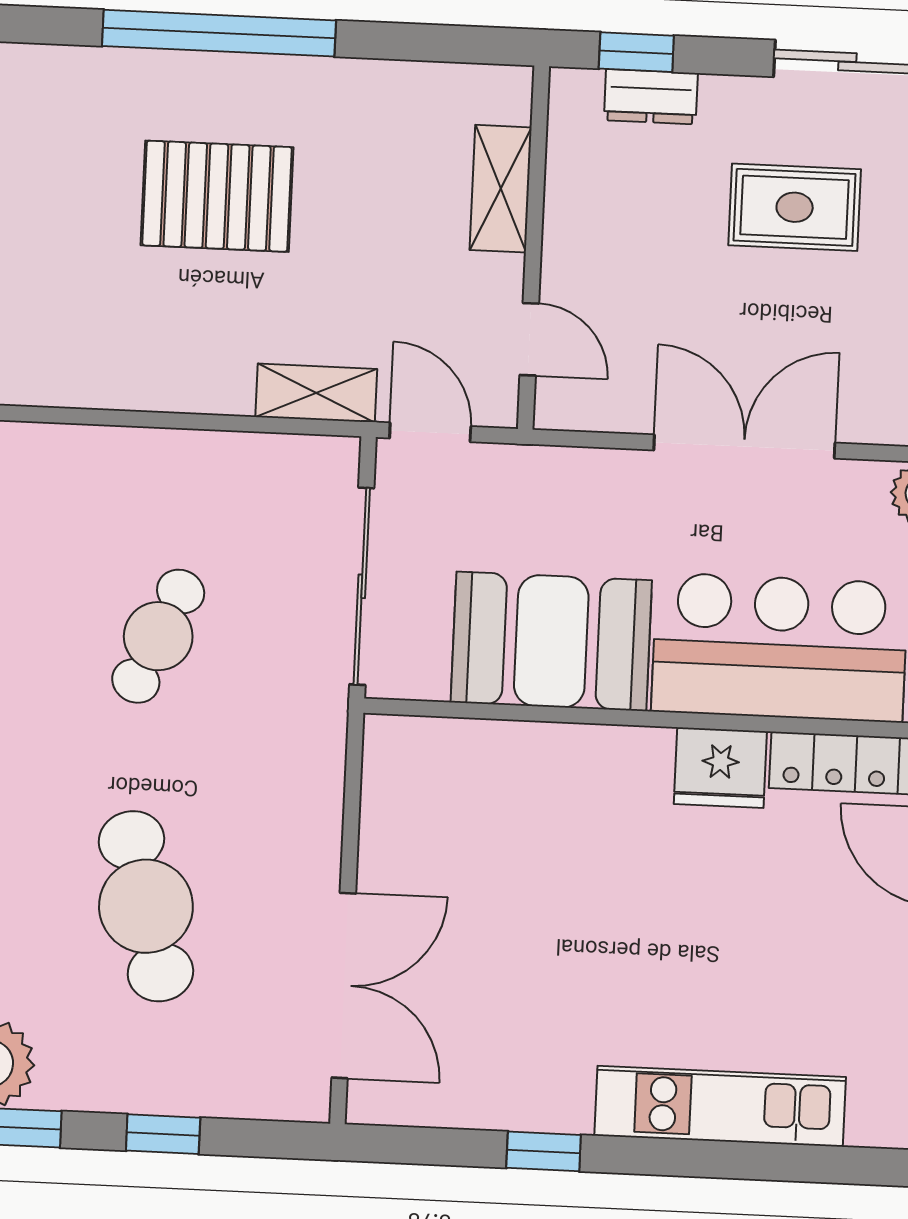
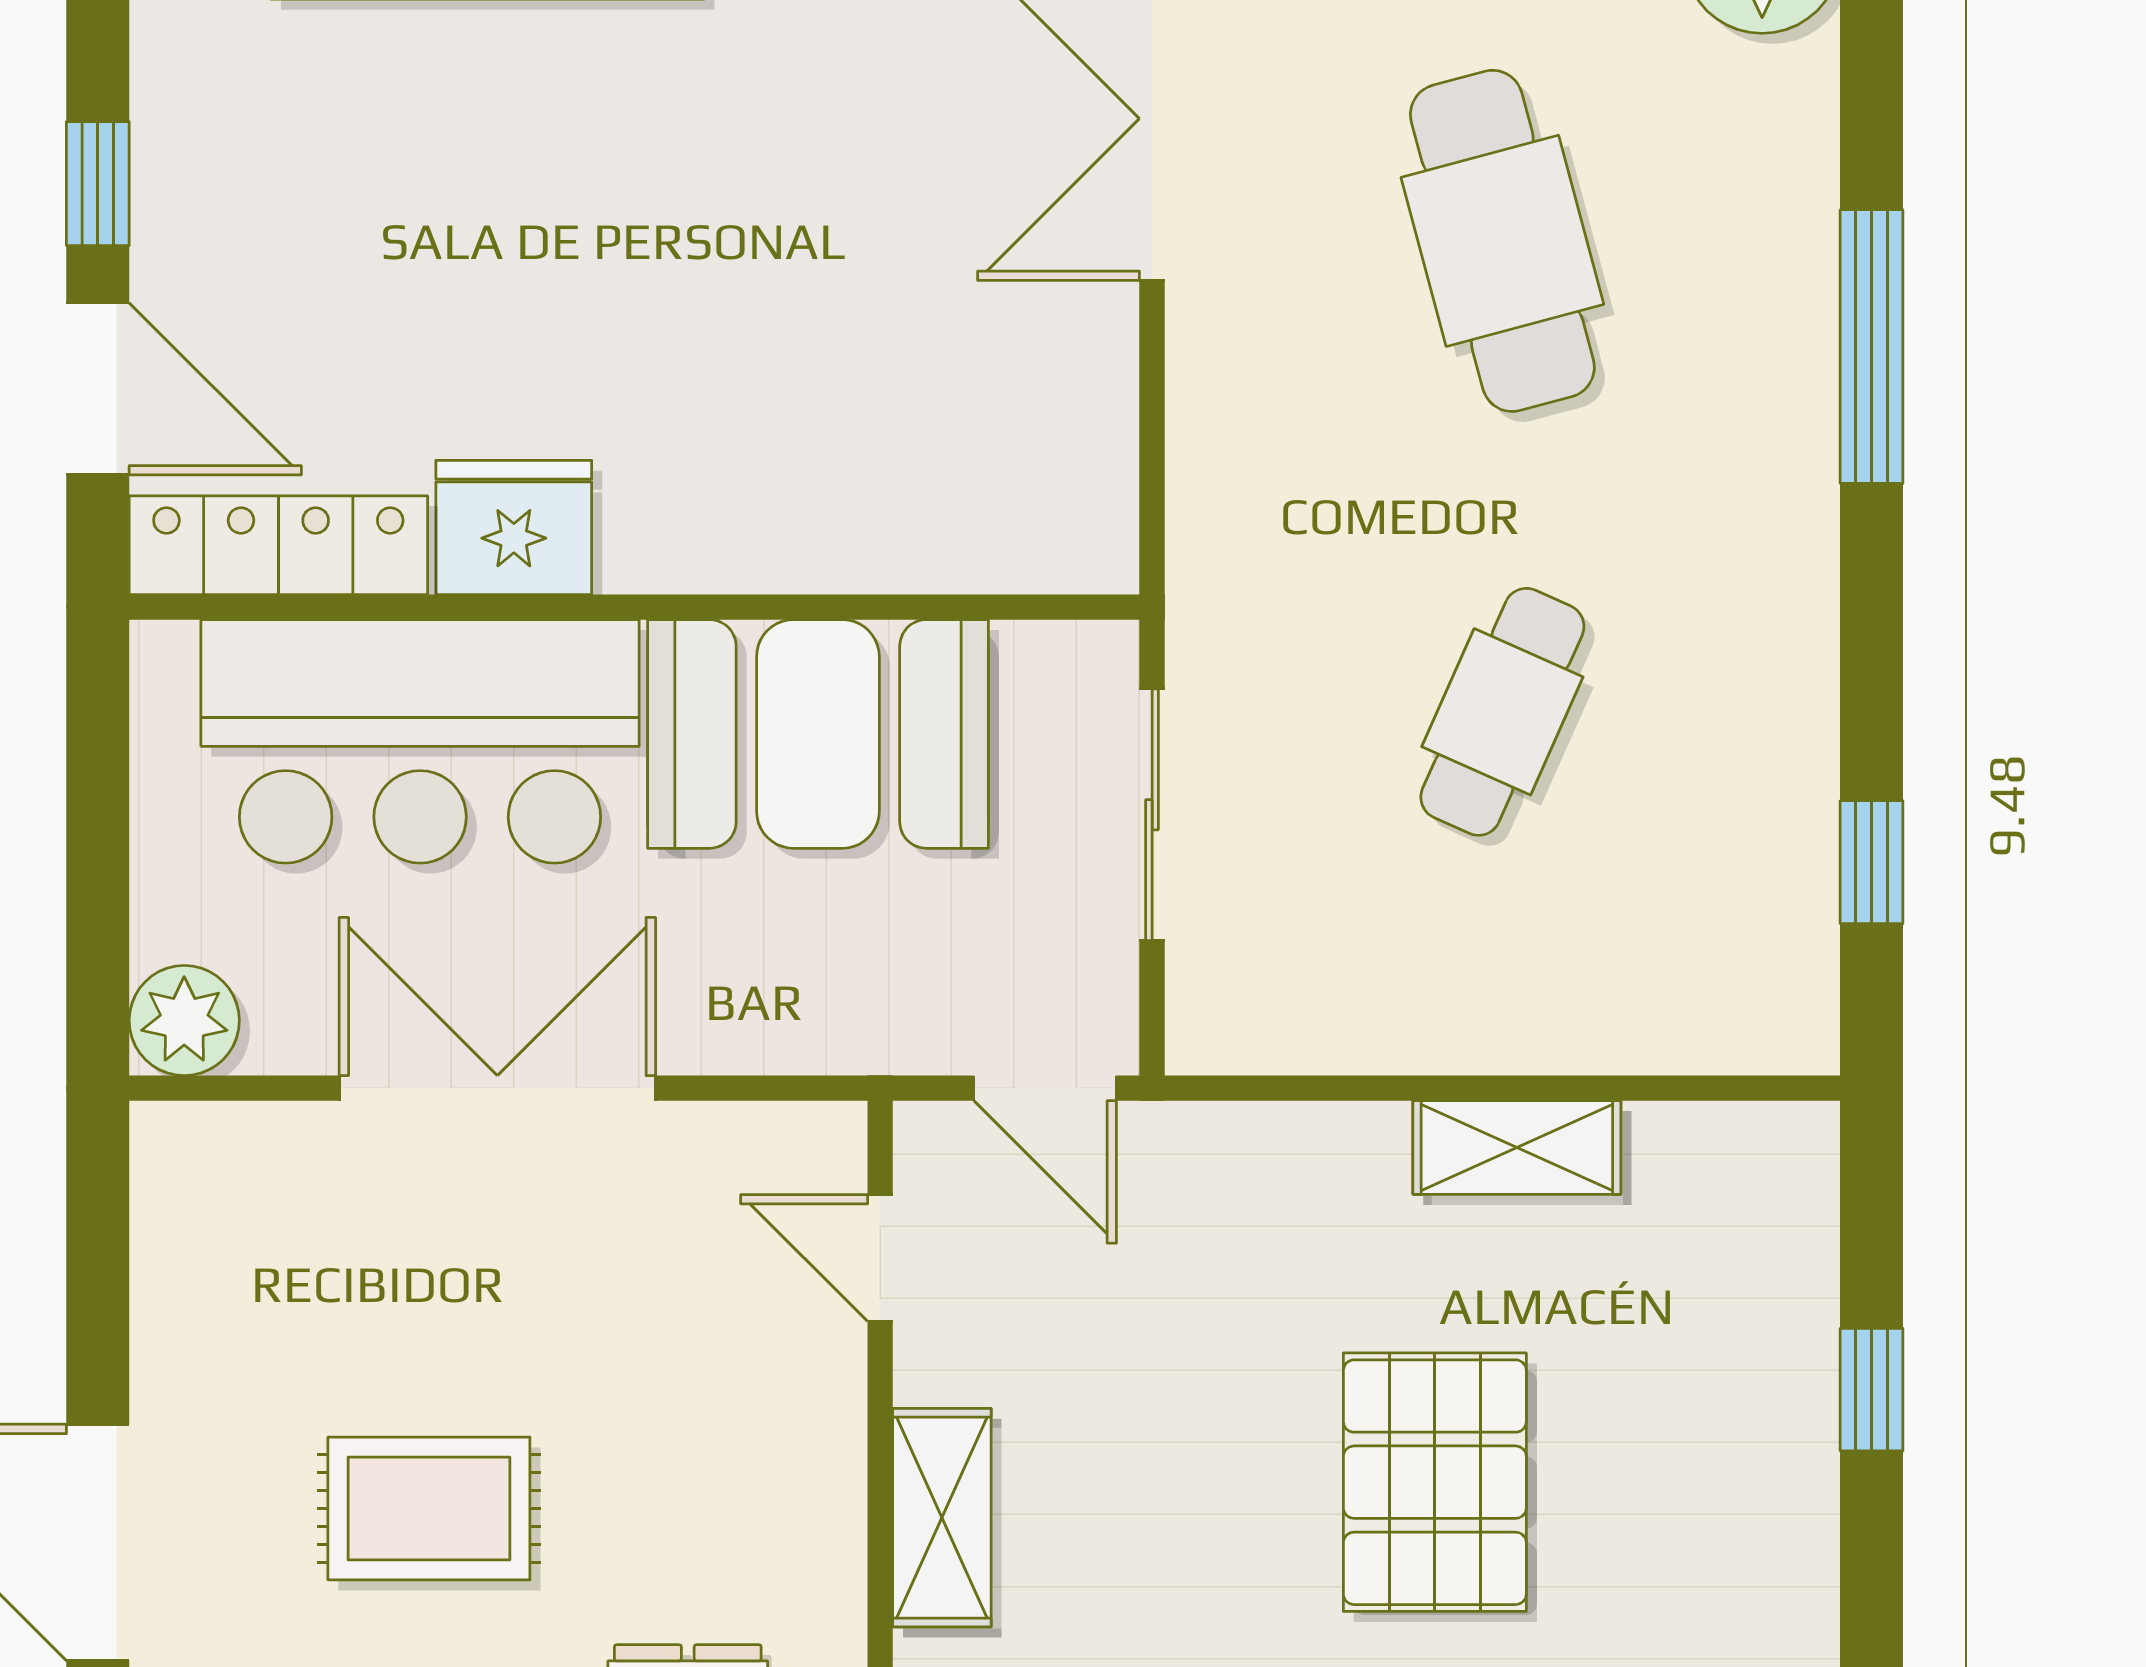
pallet: (217, 196) -> (1435, 1482), turned 90
shelving: (316, 393) -> (1517, 1148), moved
double door: (744, 447) -> (497, 1088), swing flipped
sliding door: (362, 586) -> (1152, 815), width x0.73

